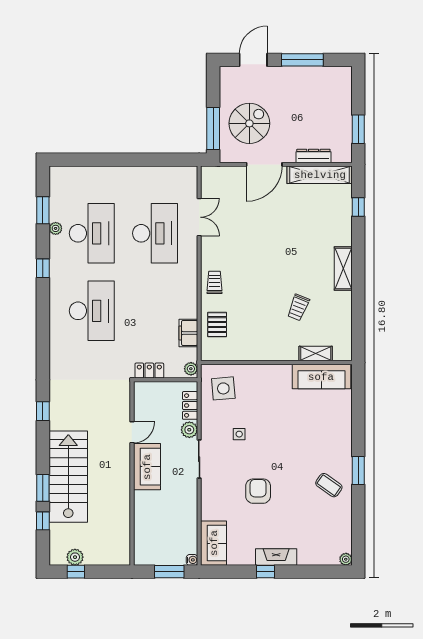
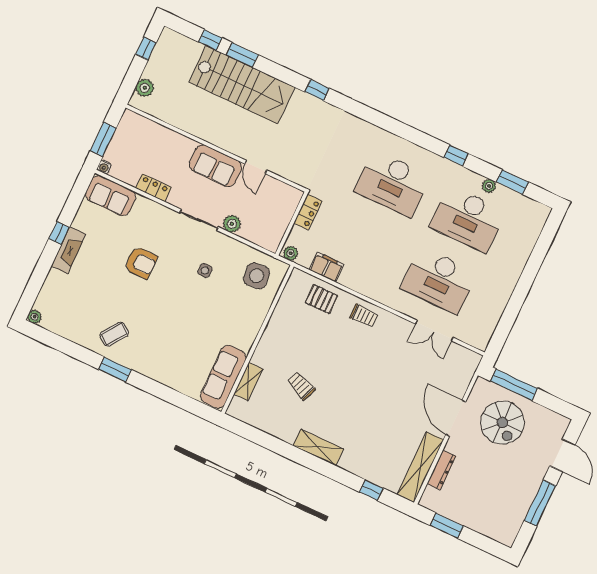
locker: (190, 405) -> (153, 188), moved
plant: (75, 557) -> (145, 88), moved

